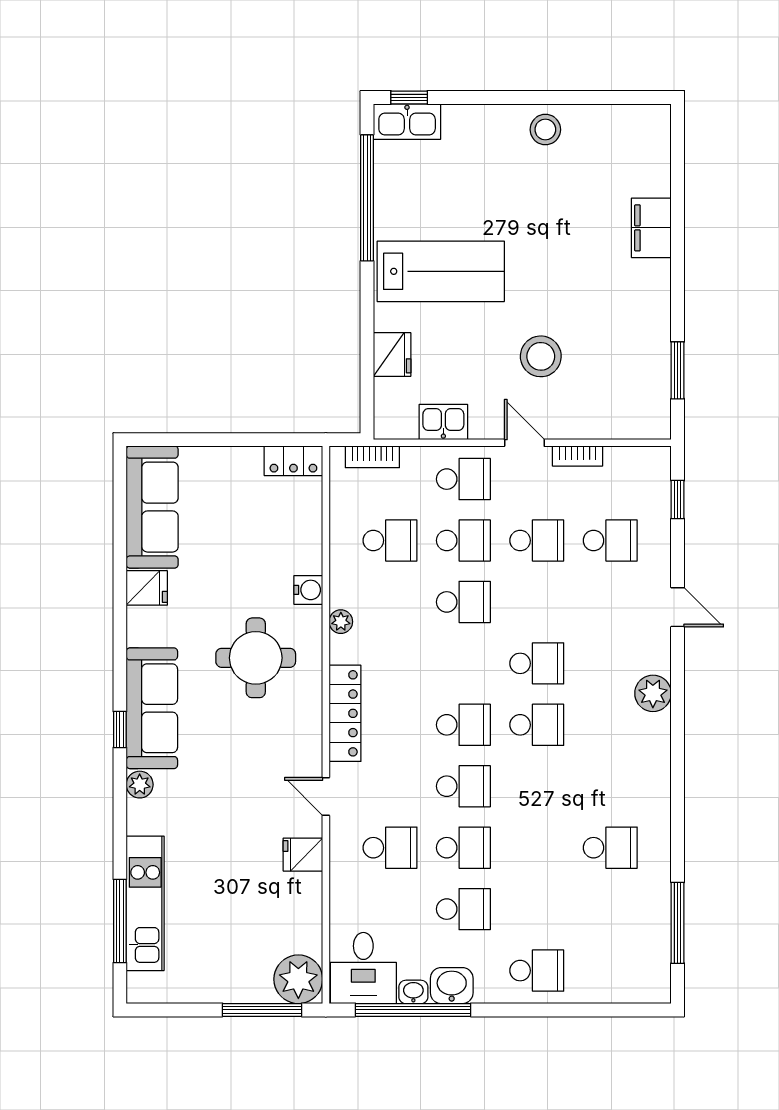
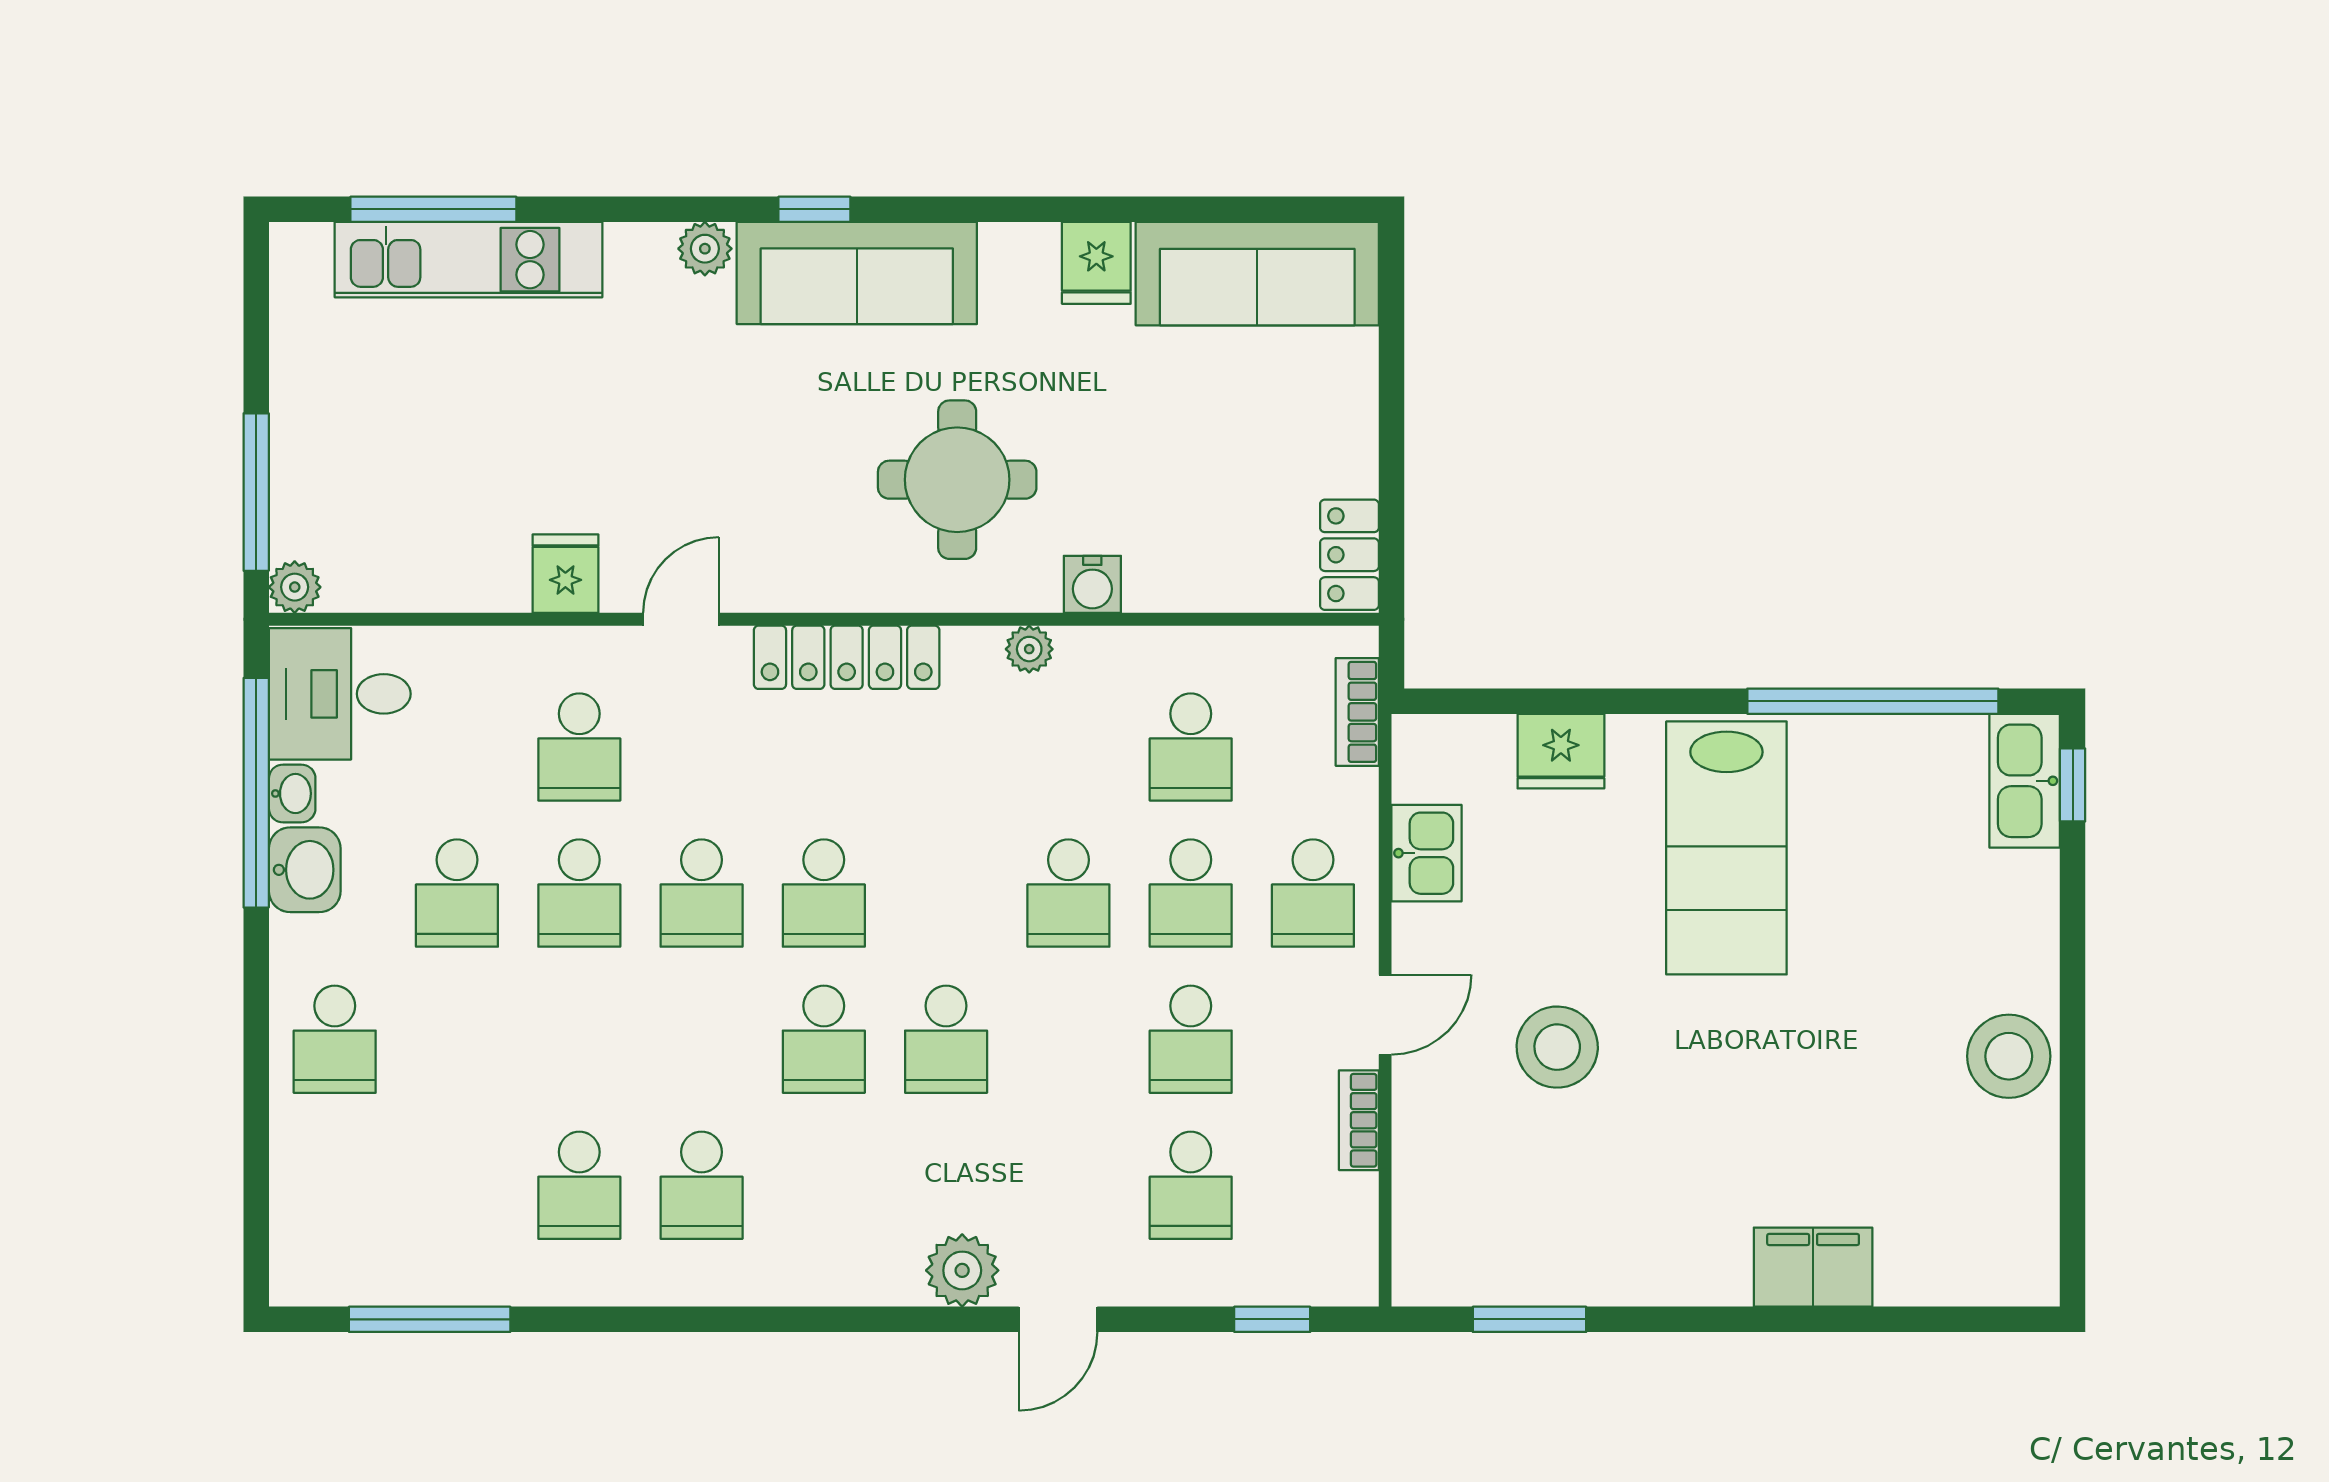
stool: (545, 130) -> (2009, 1056), width x1.38, depth x1.38
plant: (653, 693) -> (962, 1270), moved
school desk: (610, 786) -> (702, 1185), added
plant: (298, 979) -> (295, 587), width x0.53, depth x0.53

